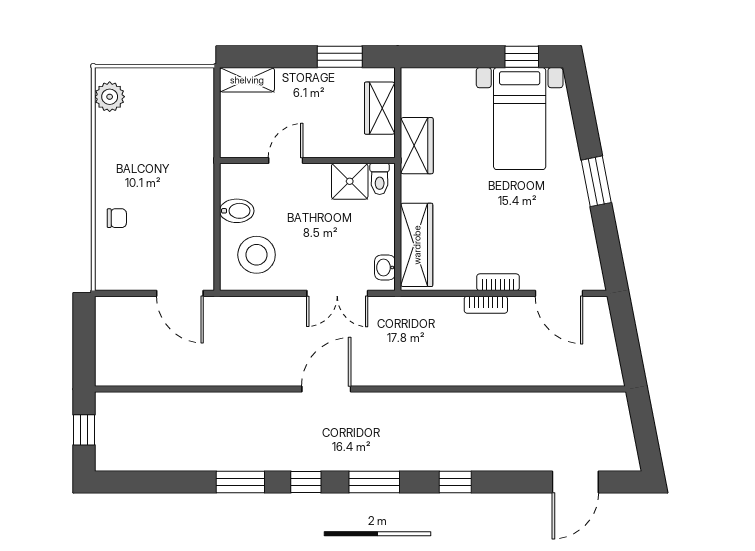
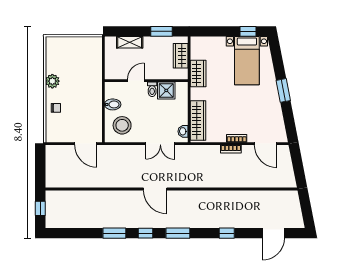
shelving: (247, 80) -> (130, 42), moved
plant: (110, 97) -> (52, 81), moved
toilet: (380, 179) -> (152, 89), moved
door: (326, 389) -> (155, 189), swing flipped
window: (455, 482) -> (227, 233), moved

